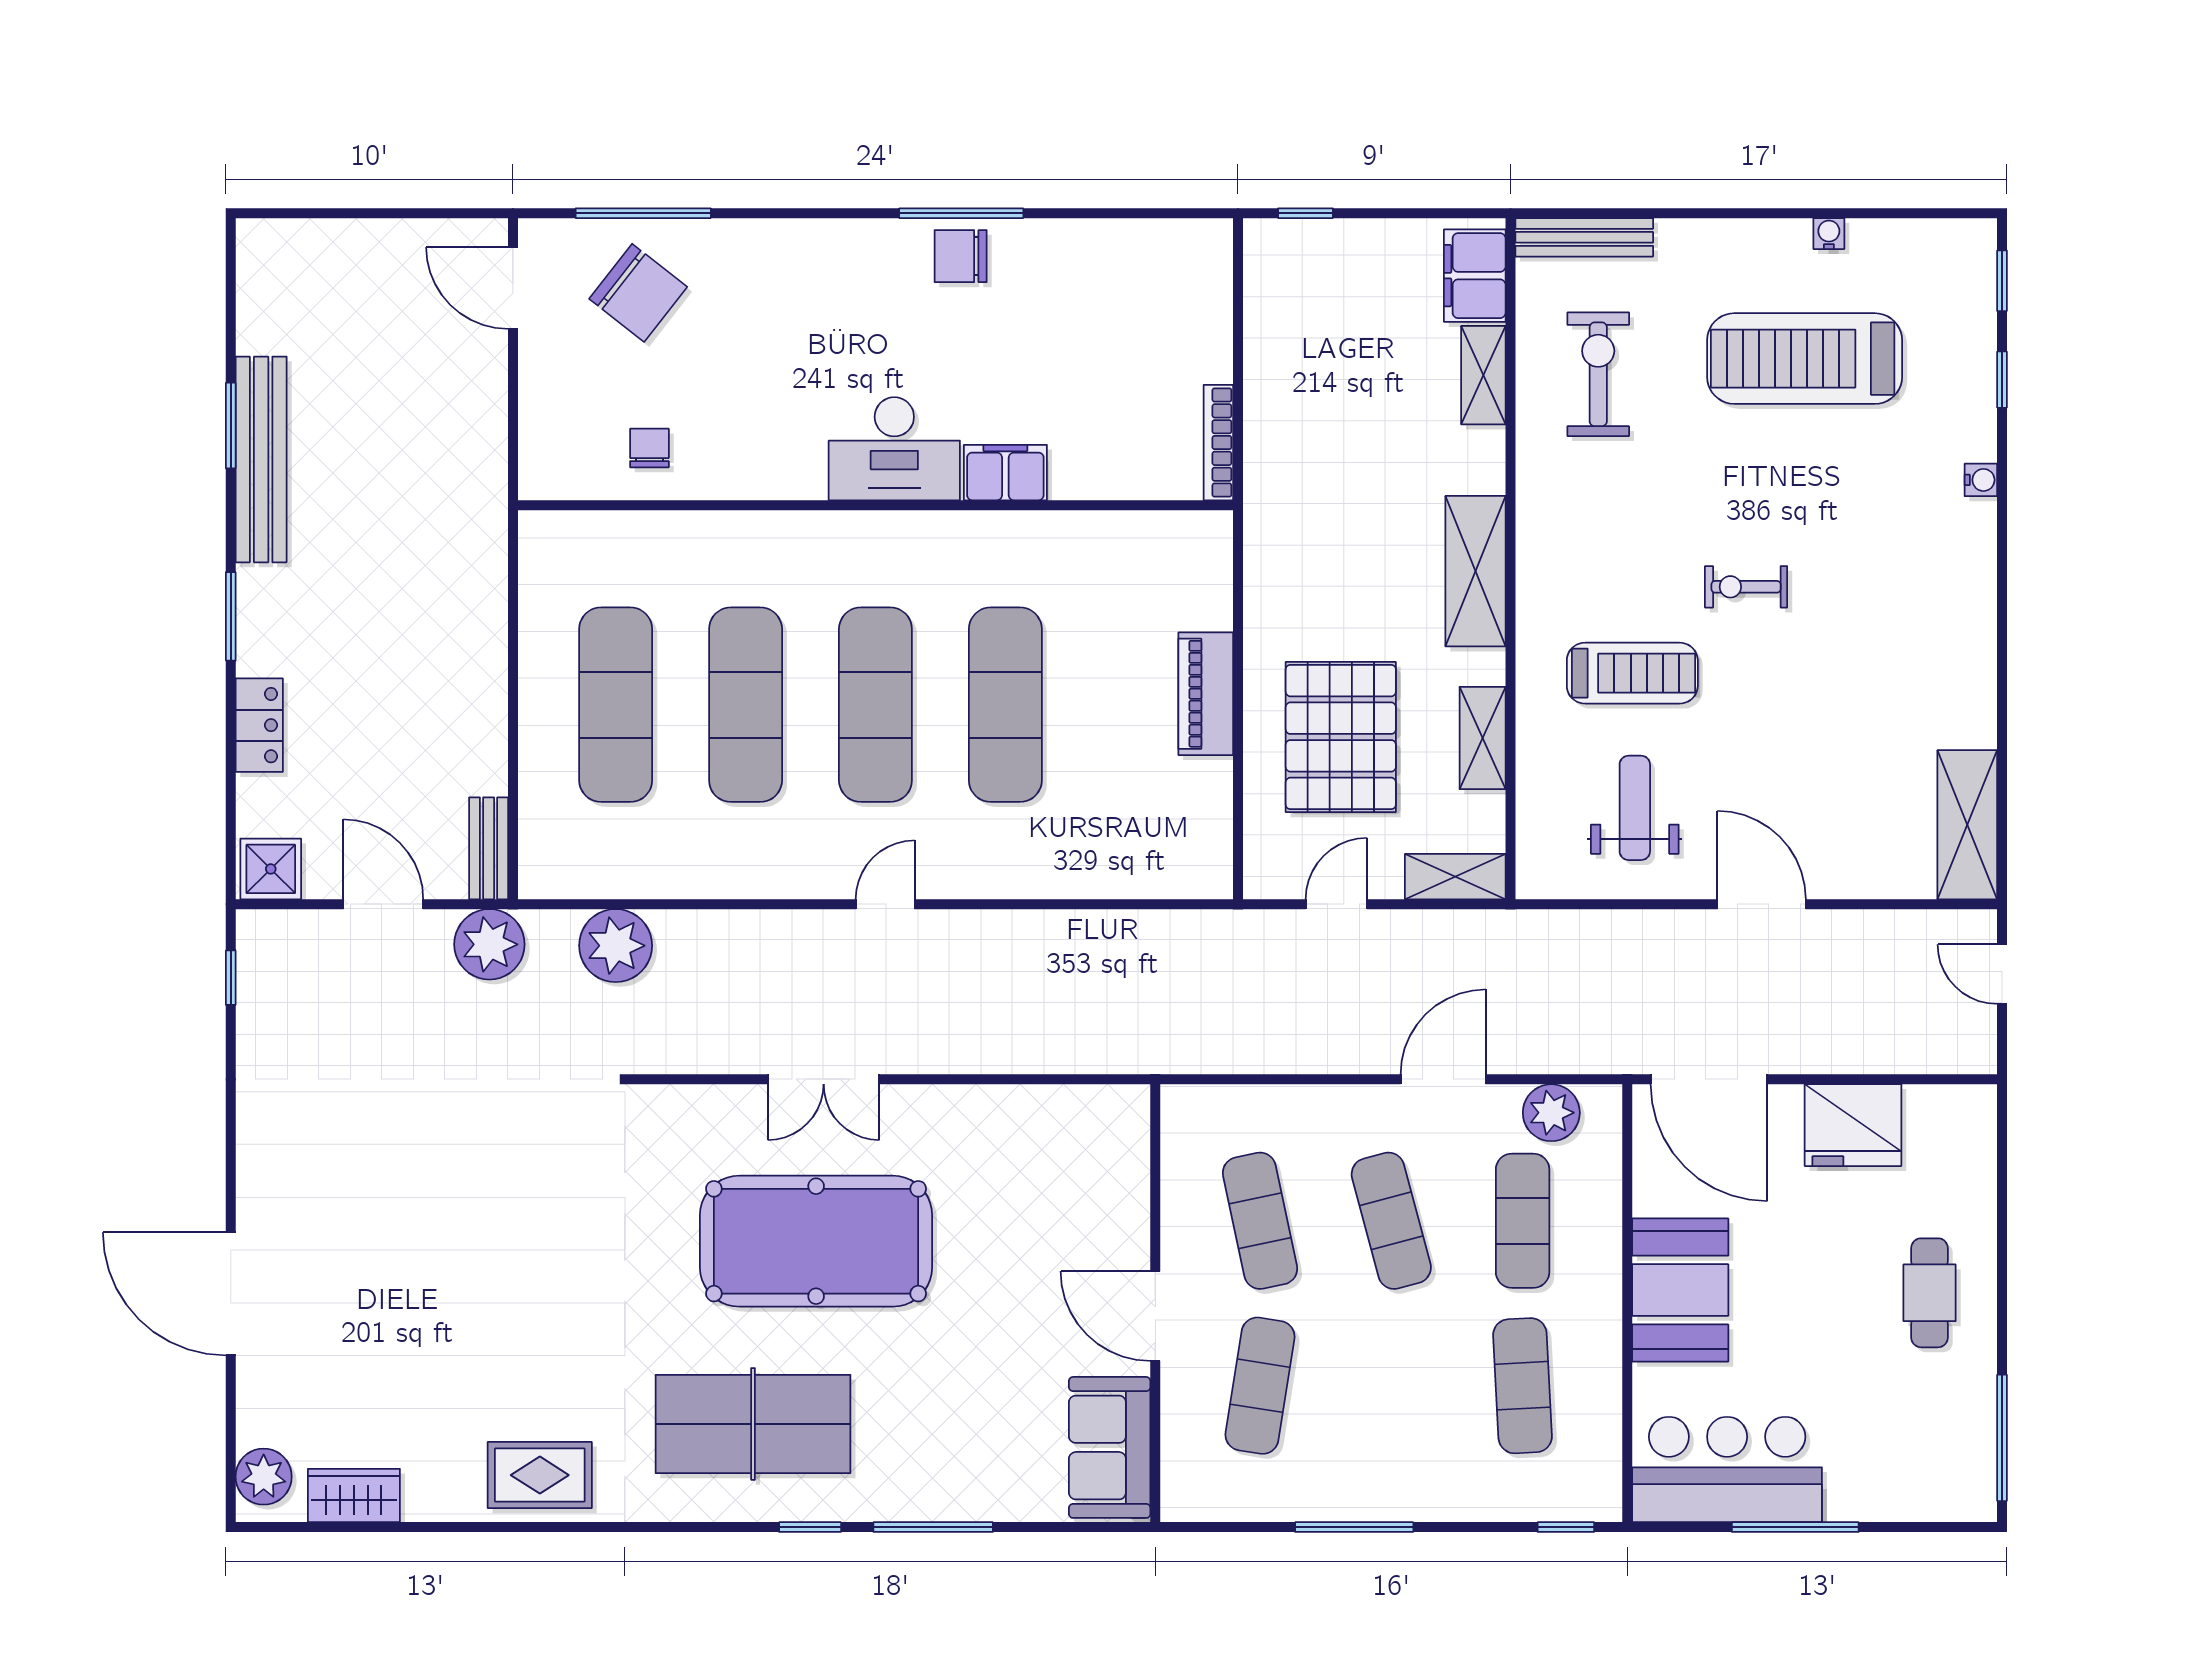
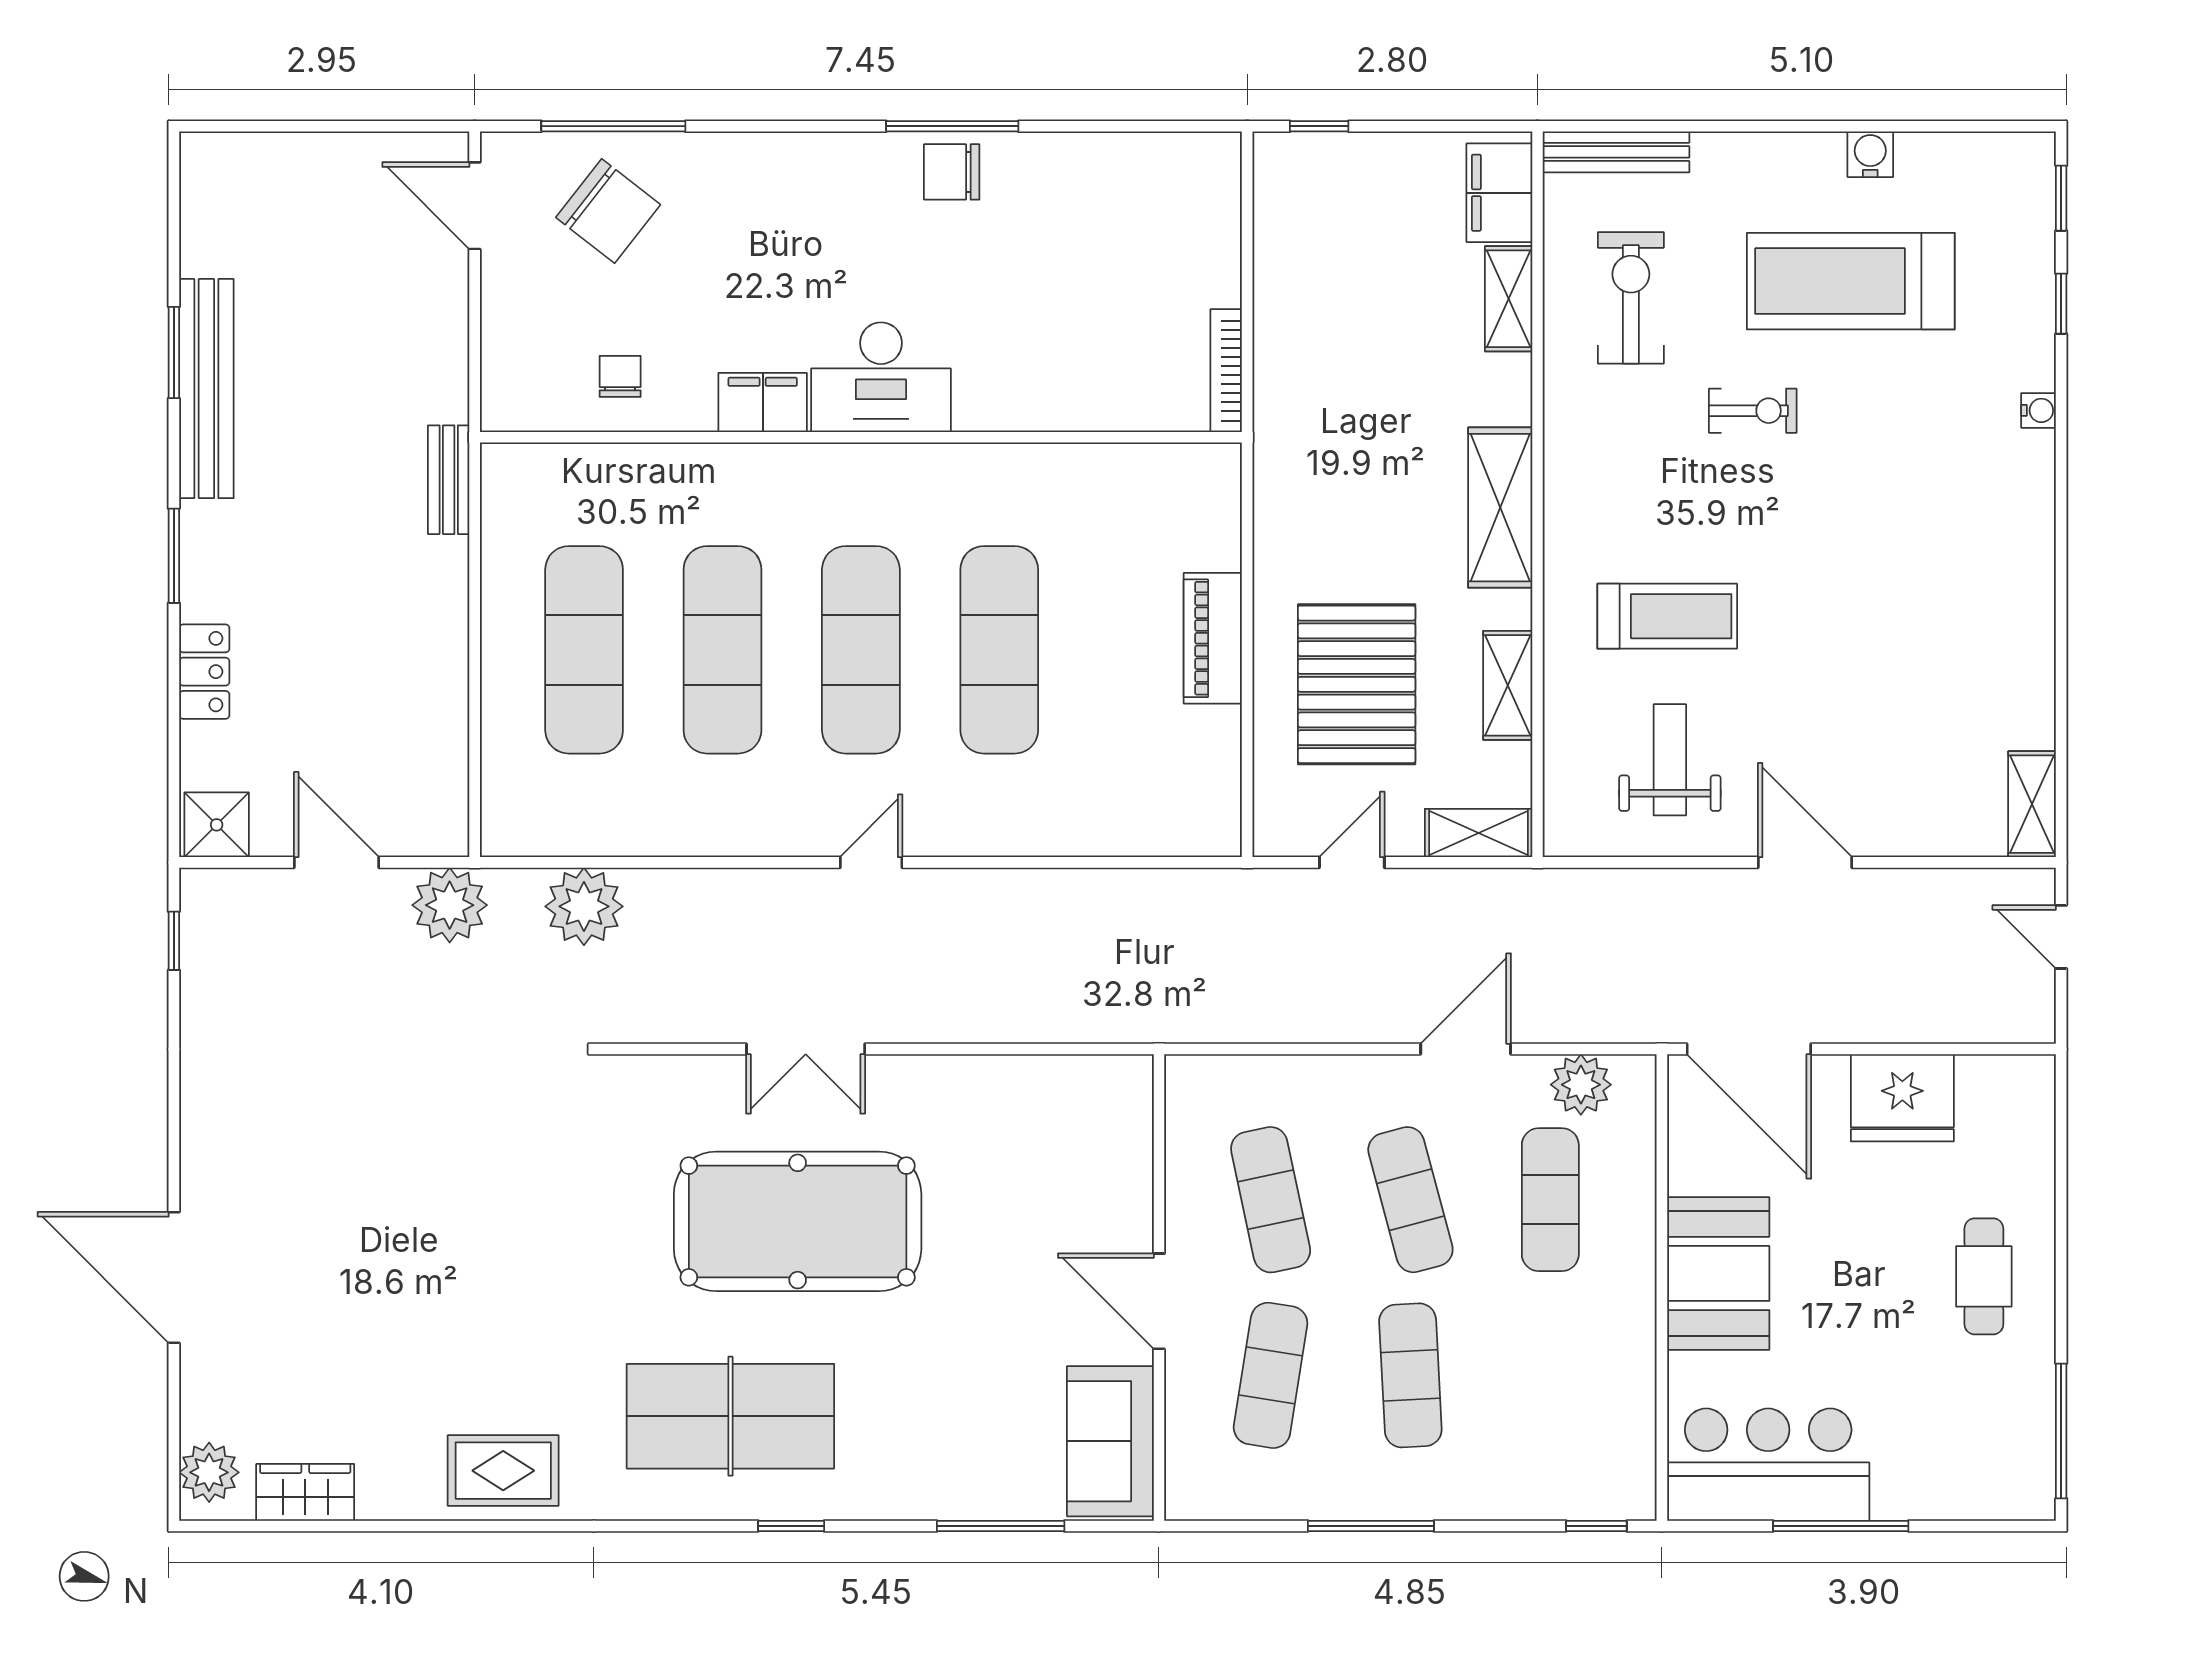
water cooler: (1829, 234) -> (1870, 154), width x1.38, depth x1.38
filing cabinet: (1005, 473) -> (763, 403), moved
exercise bike: (1746, 587) -> (1753, 411), moved, turned 180
shelving: (1967, 825) -> (2032, 804), width x0.67, depth x0.75
bench: (489, 848) -> (449, 480), moved
exercise mat: (1523, 1386) -> (1410, 1375), moved
window: (933, 1527) -> (1001, 1526), moved

